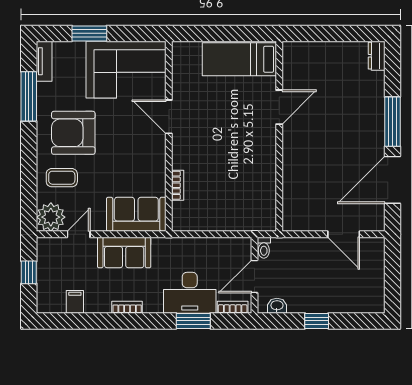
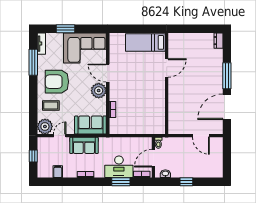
plant: (152, 150) -> (99, 91), added

